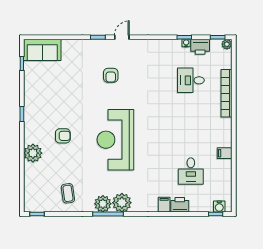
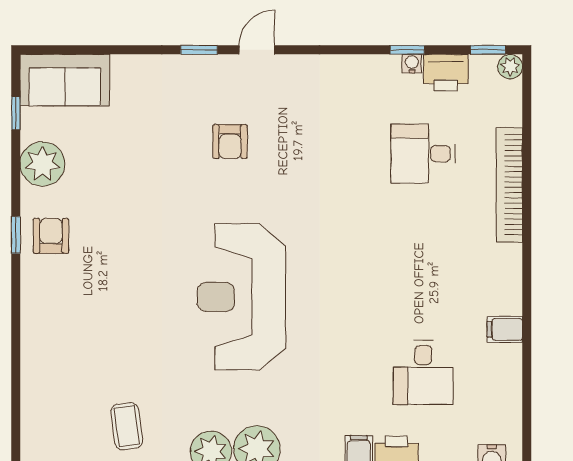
armchair: (63, 136) -> (51, 236), moved, turned -90
plant: (33, 153) -> (42, 164), moved

